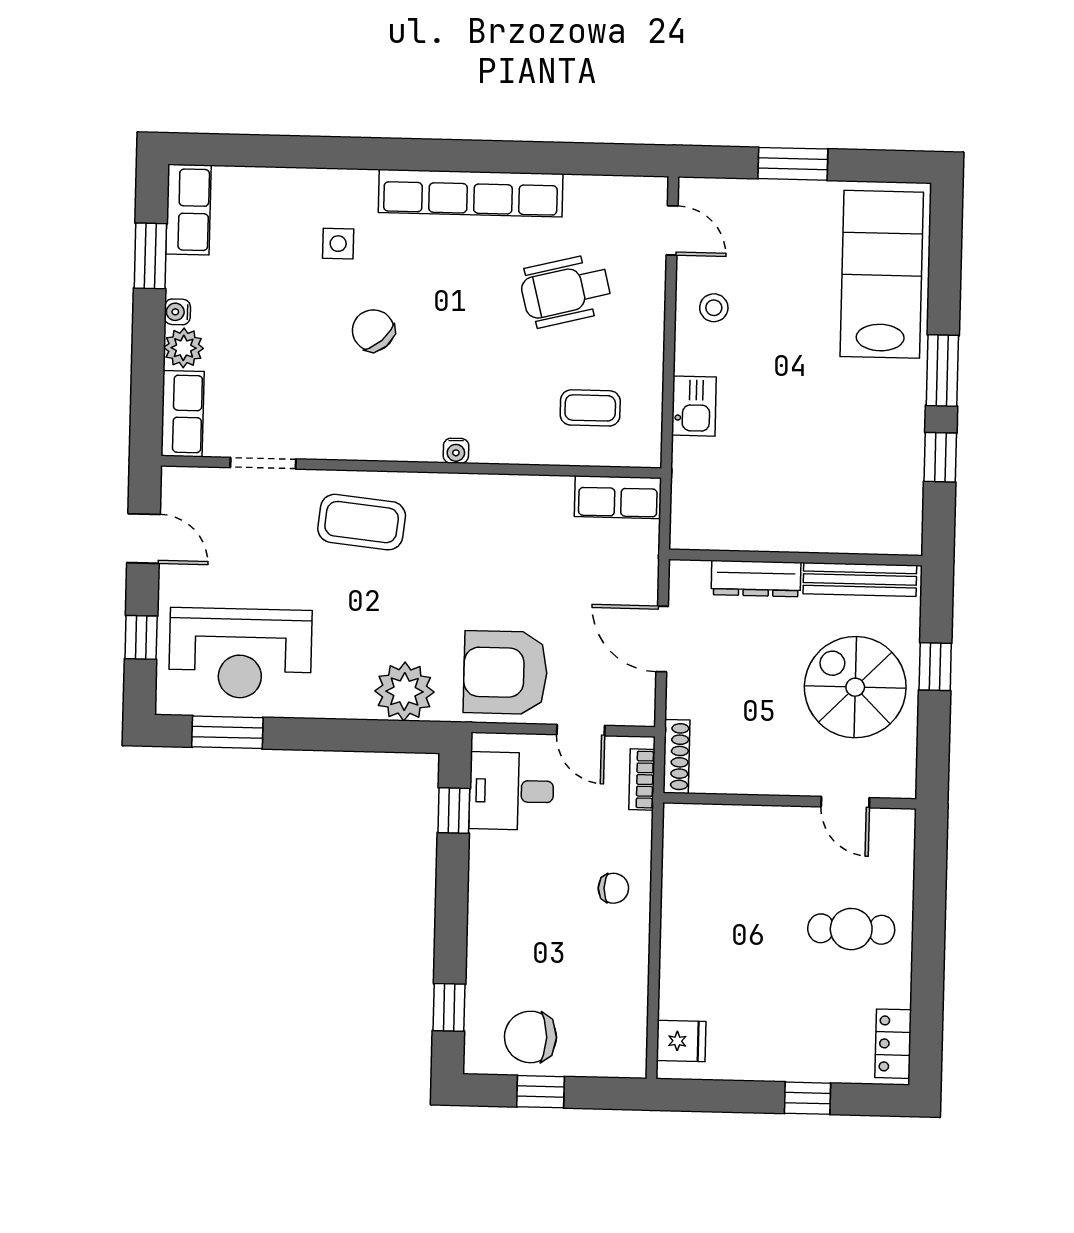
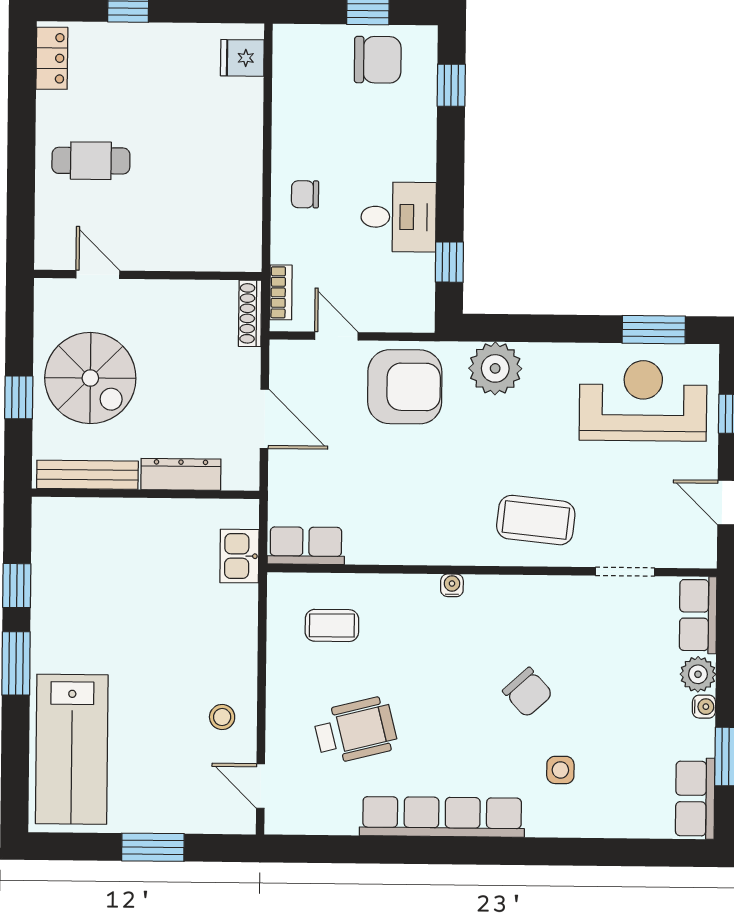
kitchen sink: (694, 406) -> (239, 556), moved
desk: (511, 791) -> (398, 217), moved

